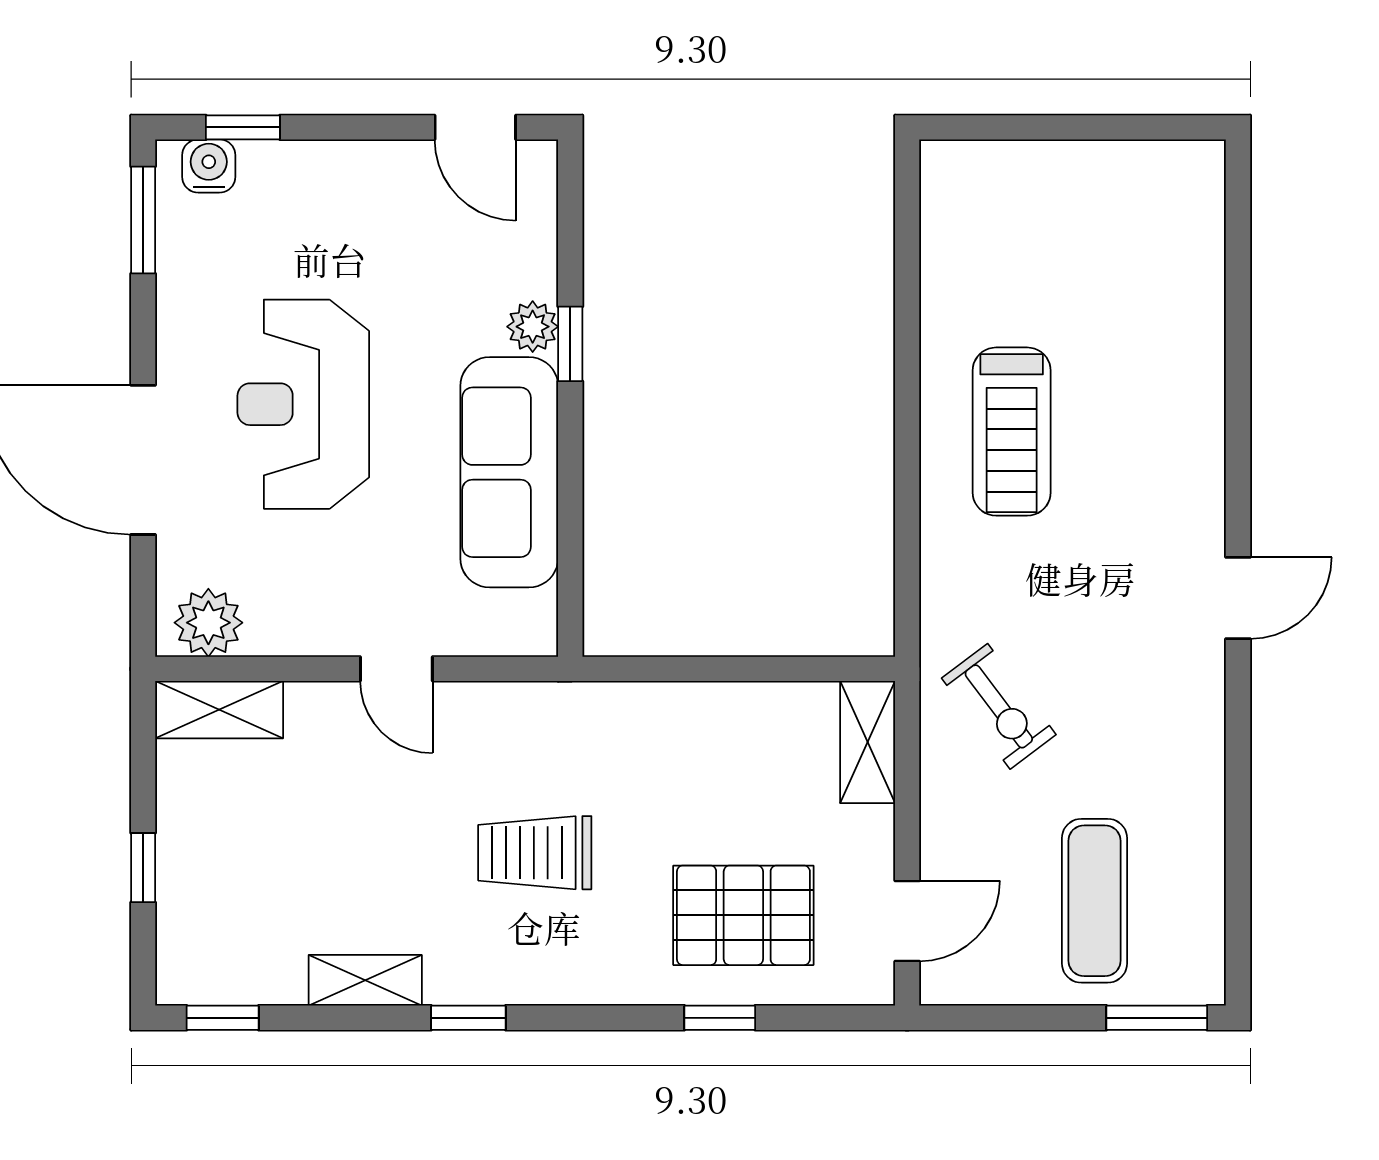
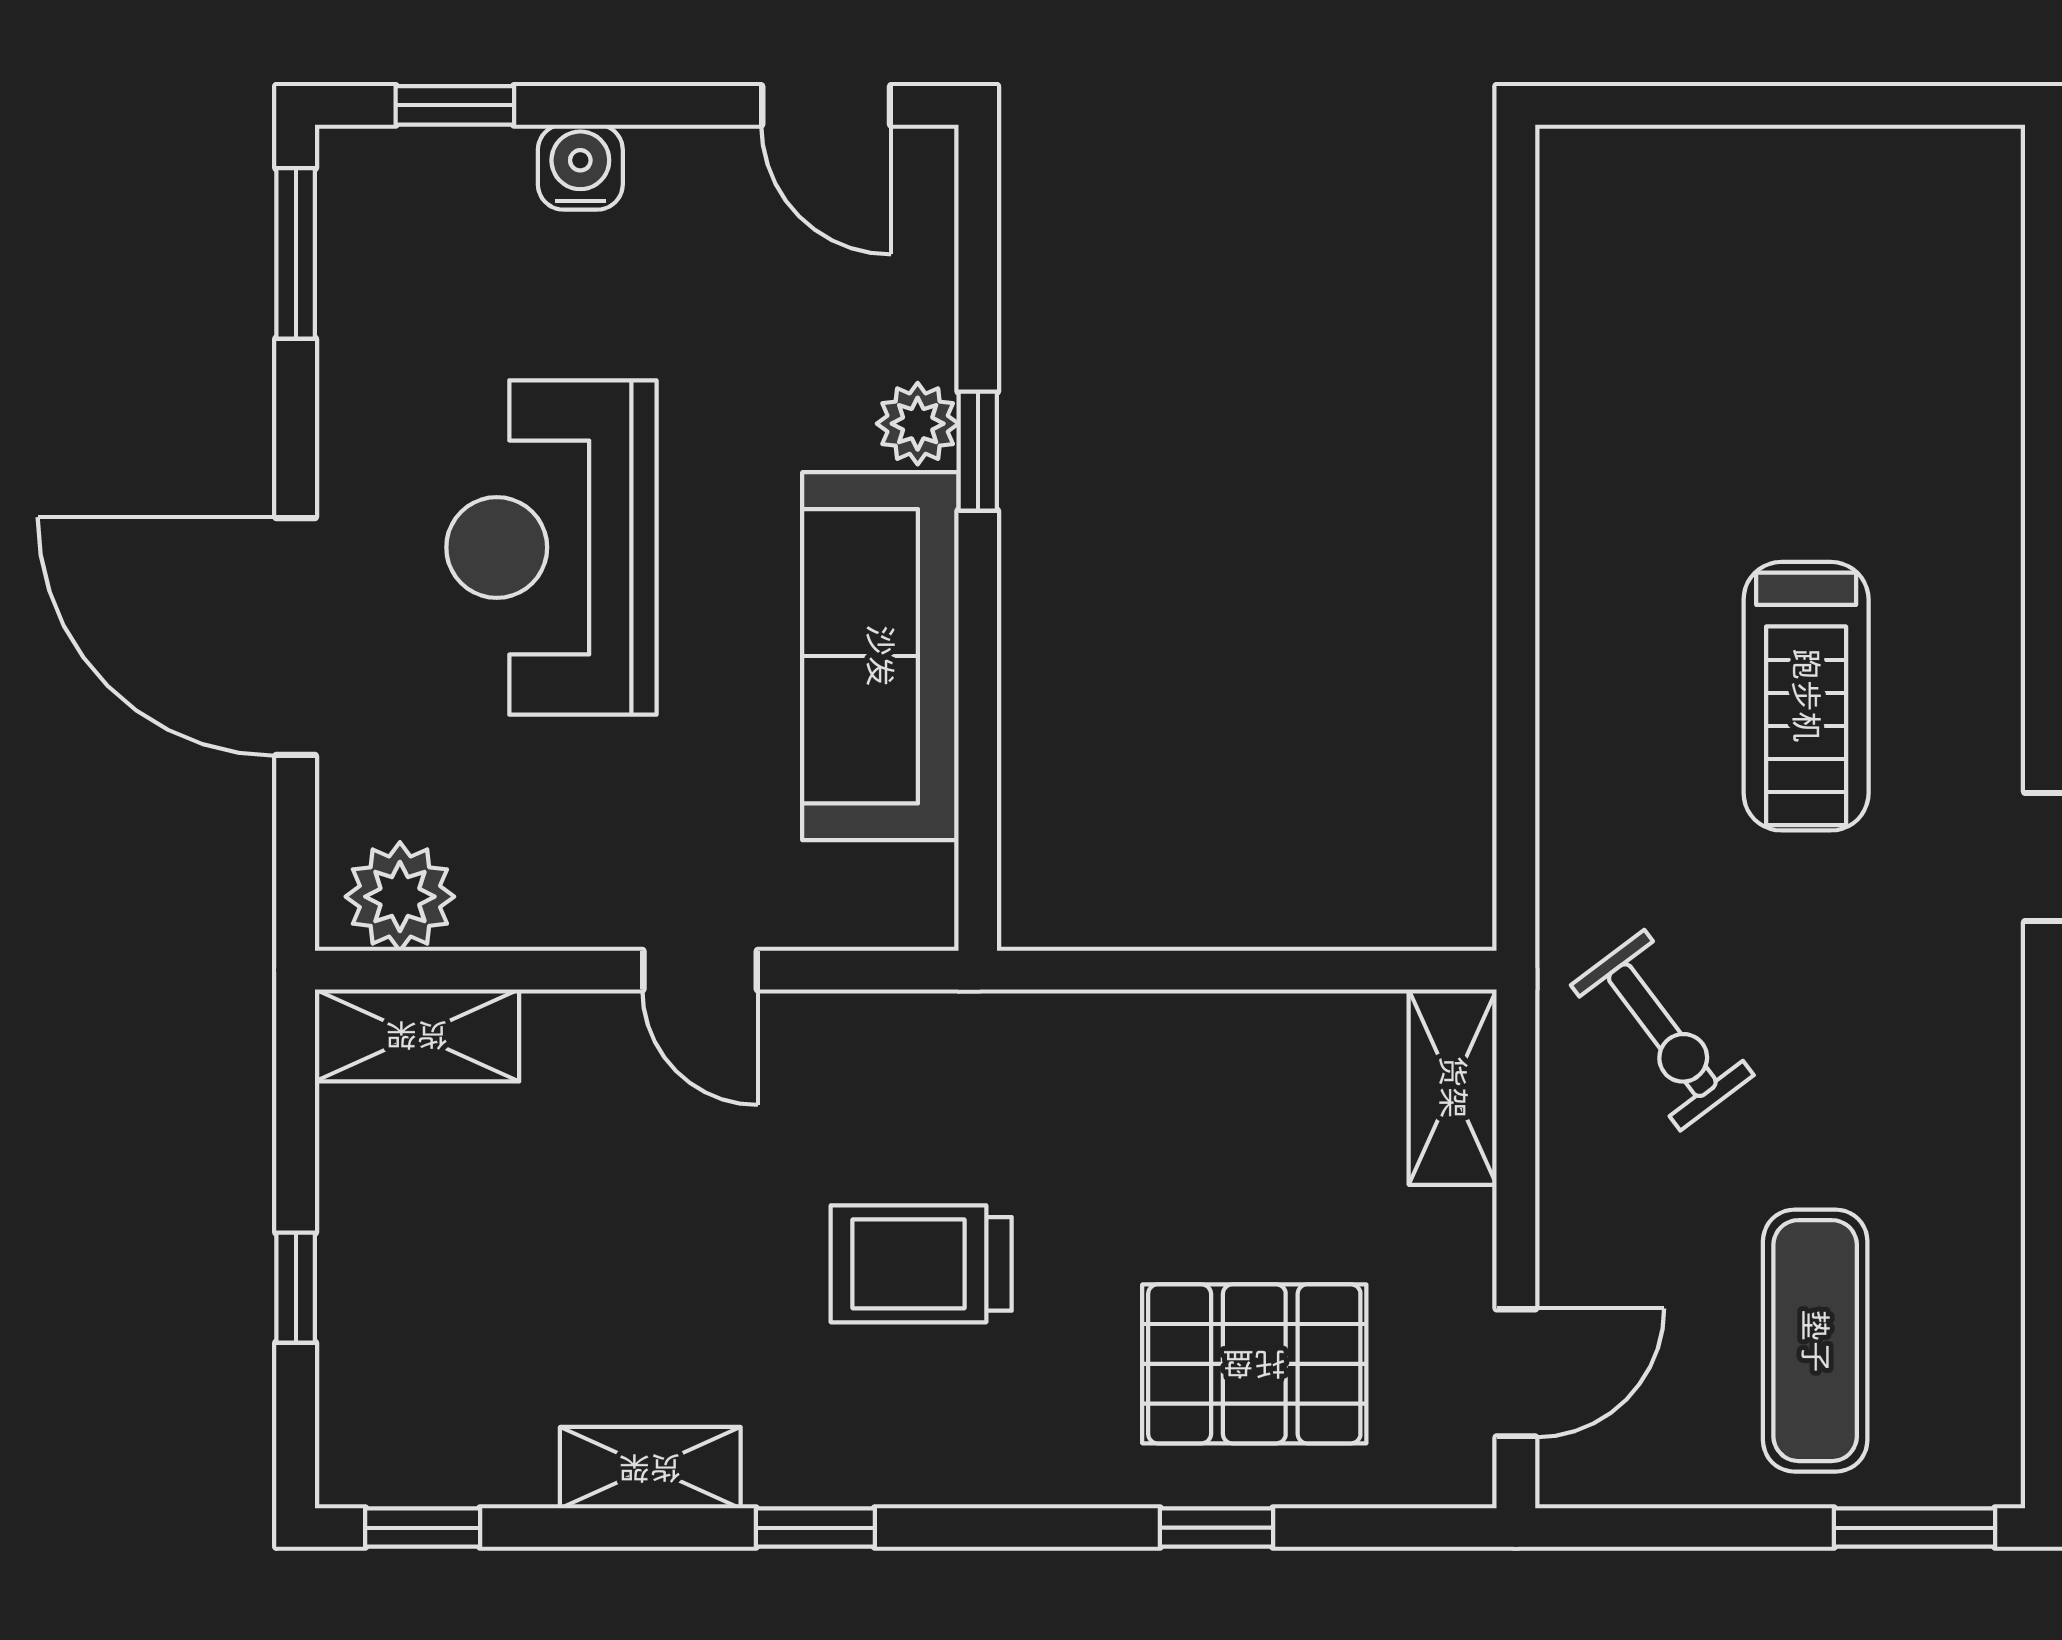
water cooler: (209, 166) -> (580, 167), moved
treadmill: (1012, 432) -> (1806, 696), moved

